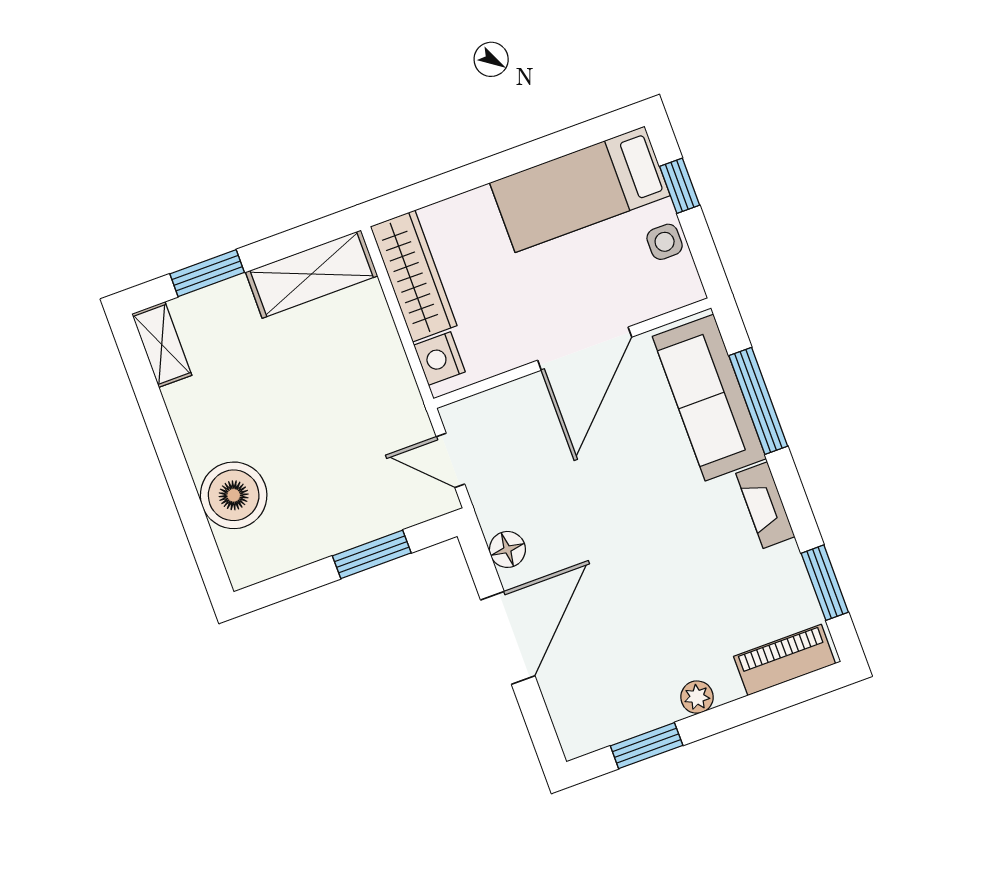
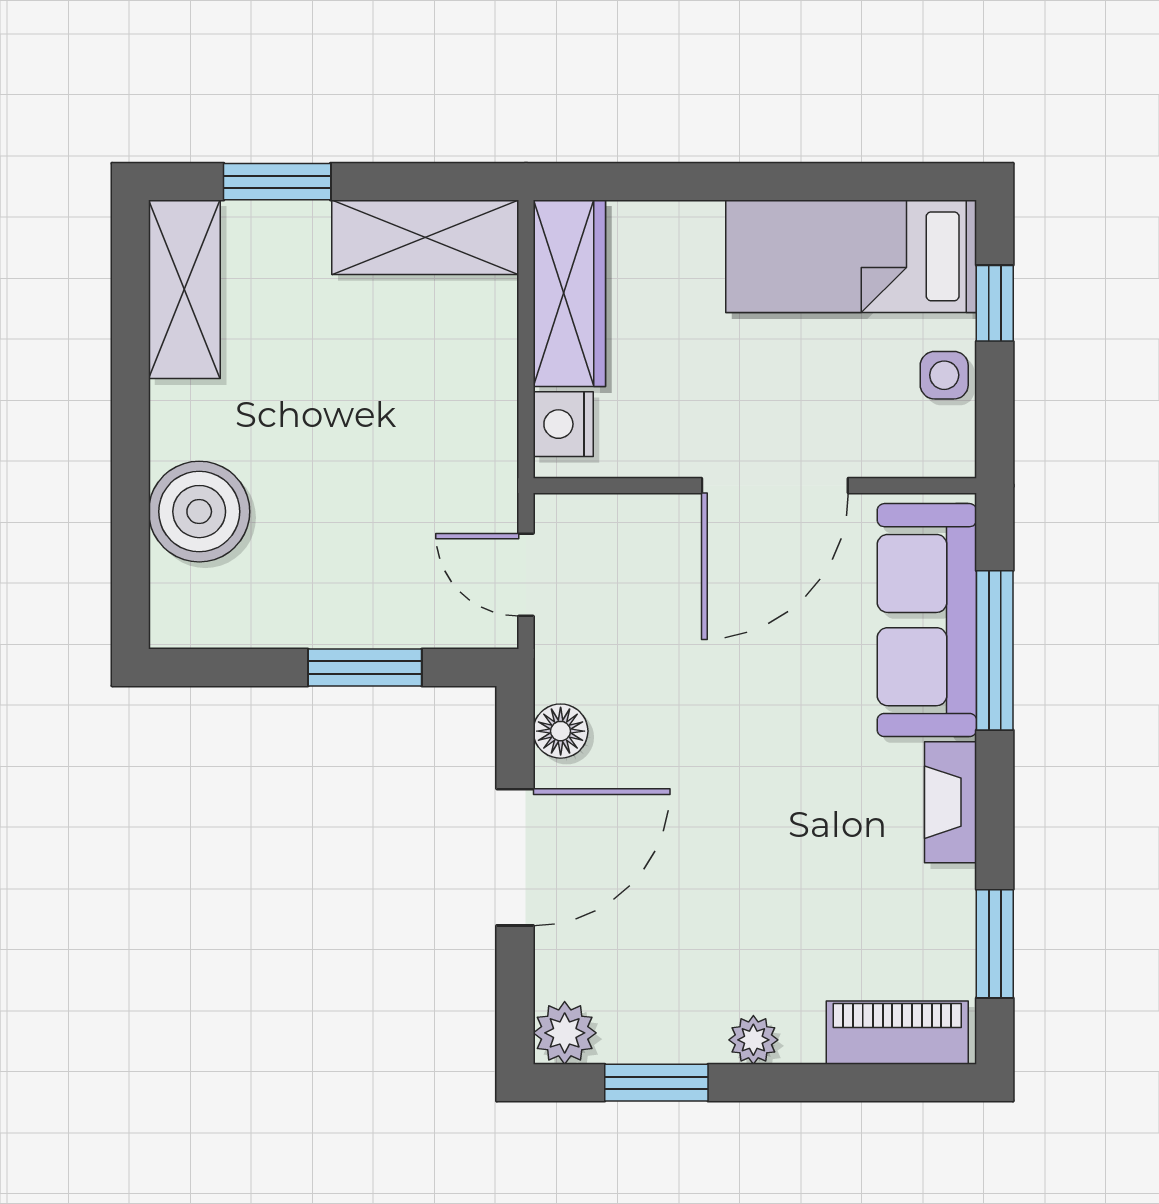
shelving: (162, 344) -> (184, 289), width x1.50, depth x1.33
plant: (578, 736) -> (565, 1033), added

